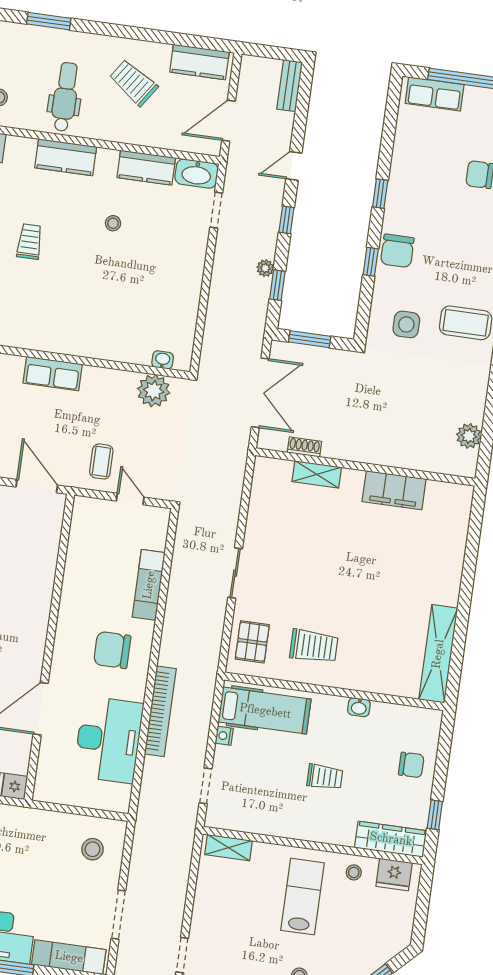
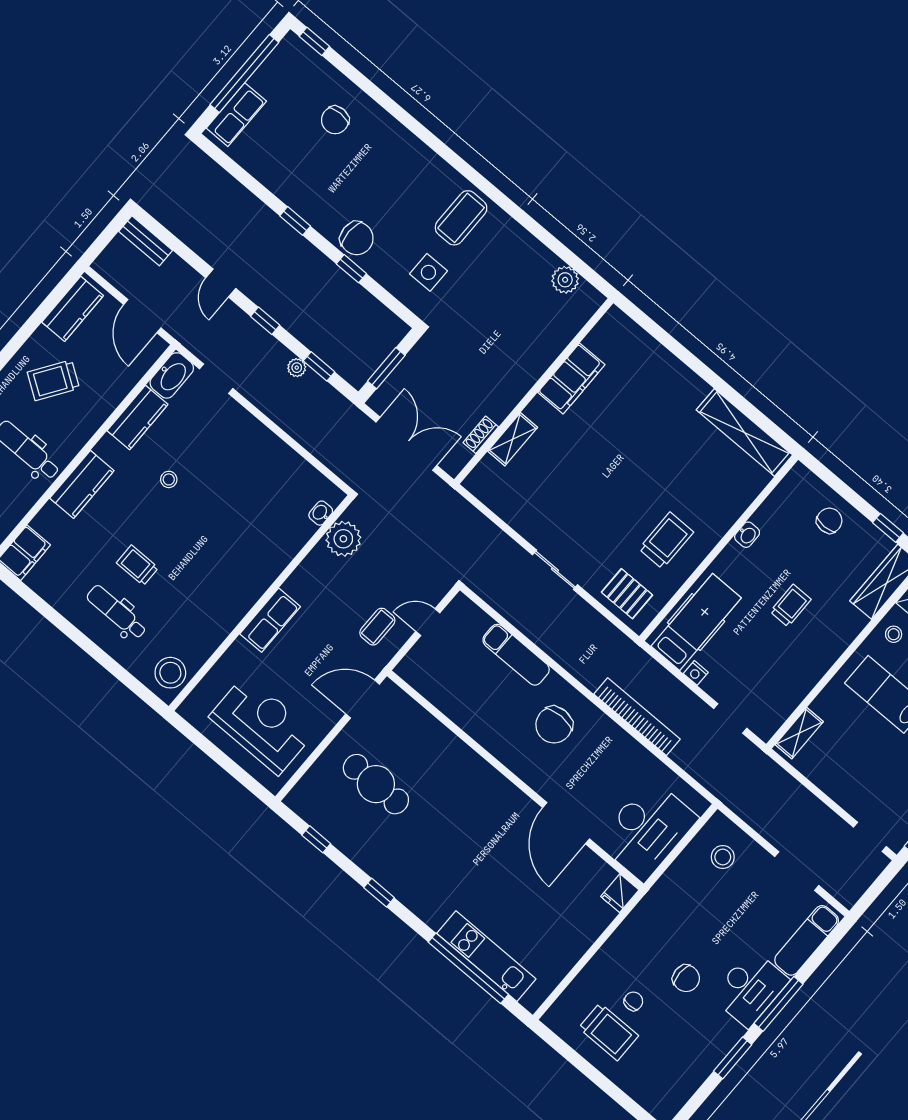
coffee table: (101, 461) -> (377, 627), turned 90
desk: (108, 740) -> (647, 830), moved, turned 90

